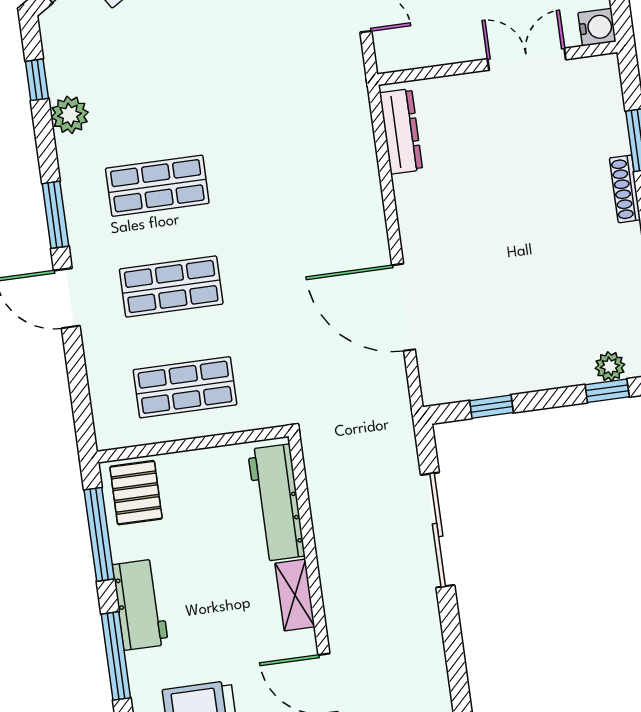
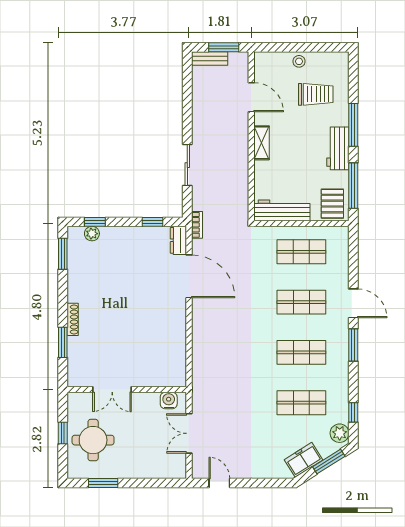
water cooler: (597, 27) -> (169, 401), moved, turned 90
shop shelf: (144, 85) -> (301, 403), added
plant: (70, 115) -> (340, 433), moved
dresser: (401, 131) -> (178, 240), moved, width x0.70
bookcase: (402, 413) -> (197, 225), added
workbench: (276, 503) -> (282, 210), moved, turned -90
sliding door: (438, 530) -> (187, 165), width x0.73

